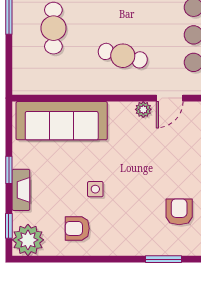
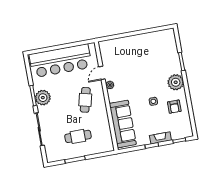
door: (170, 98) -> (102, 73), swing flipped
armchair: (179, 212) -> (157, 58), removed
plant: (28, 240) -> (176, 82), moved

